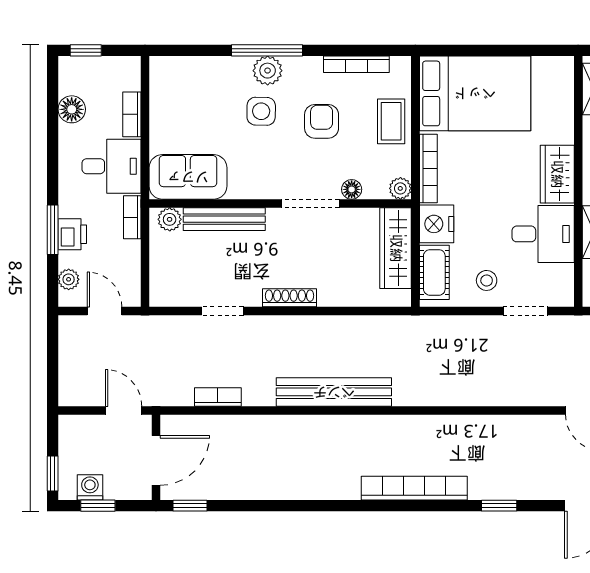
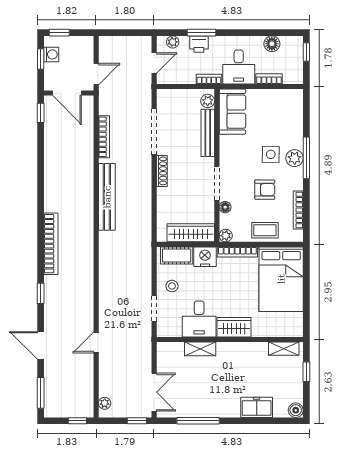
doorway: (223, 311) -> (154, 132), width x1.88
bookcase: (218, 397) -> (104, 137), width x1.56

